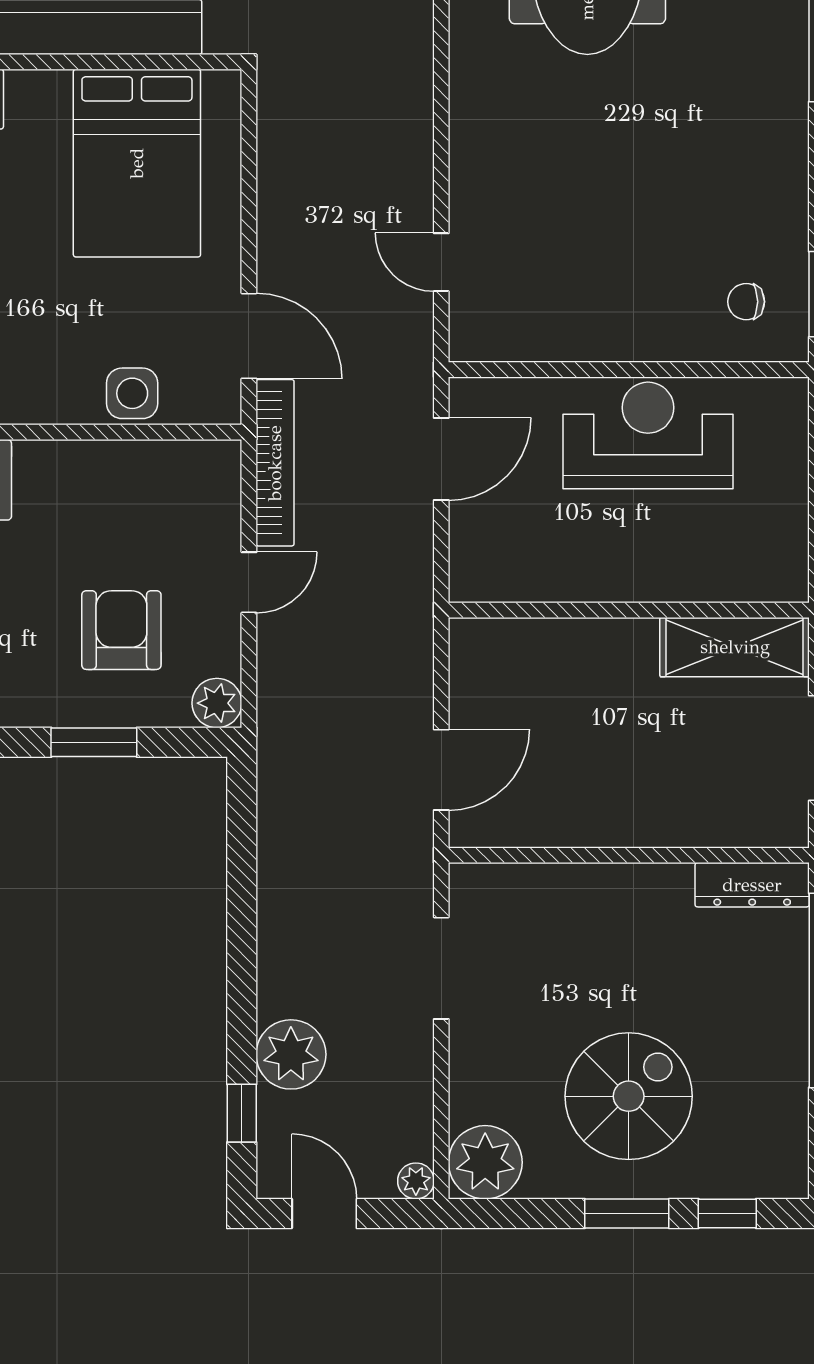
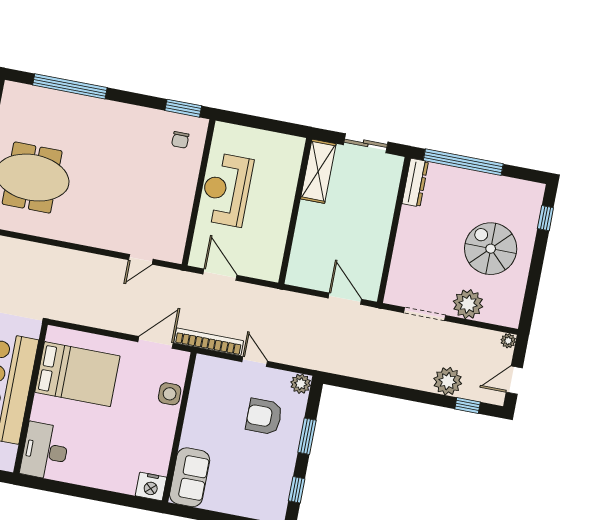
plant: (485, 1162) -> (468, 304), moved
window: (627, 1213) -> (538, 258), removed

